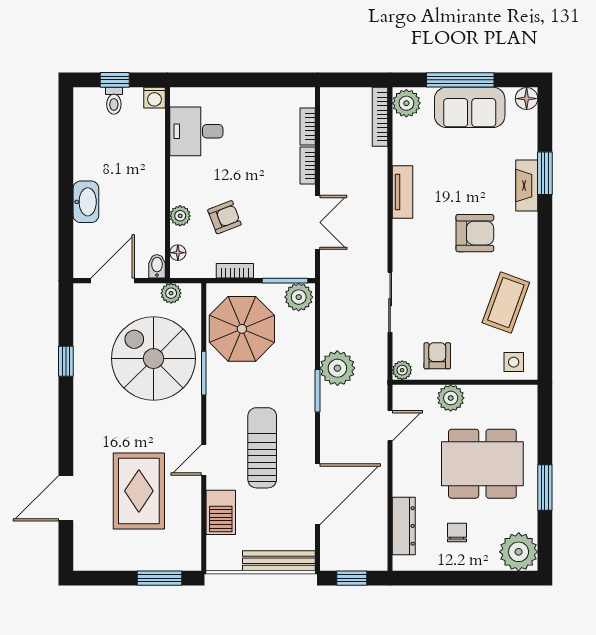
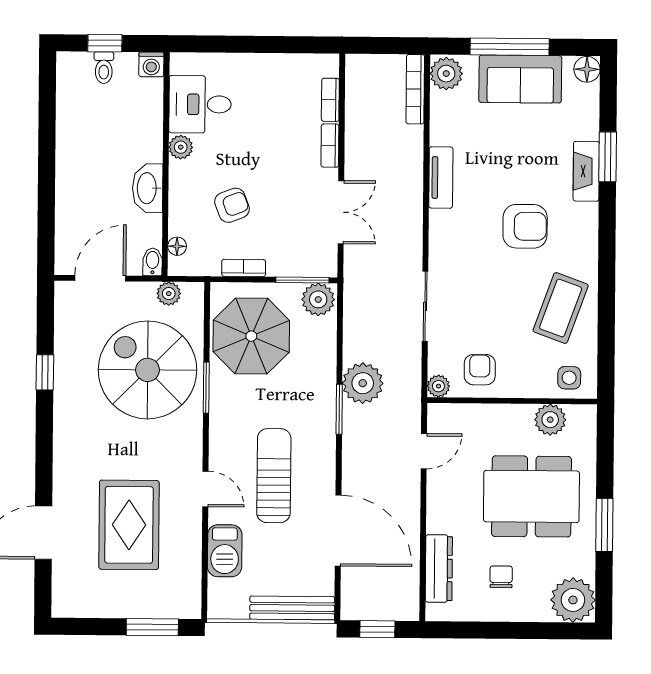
washbasin: (86, 202) -> (148, 188), moved, turned 180
plant: (180, 216) -> (181, 147), moved
plant: (451, 398) -> (550, 420), moved
door: (204, 460) -> (205, 489), swing flipped
door: (317, 494) -> (338, 531), hinge flipped

